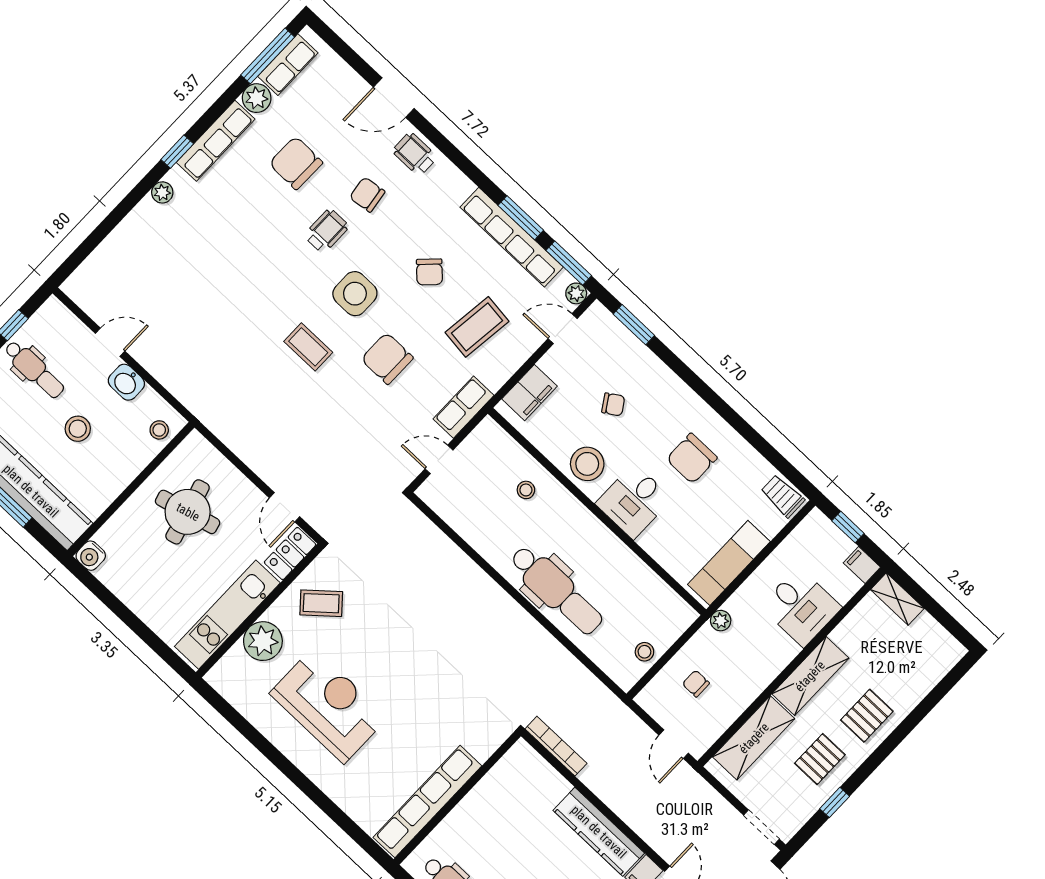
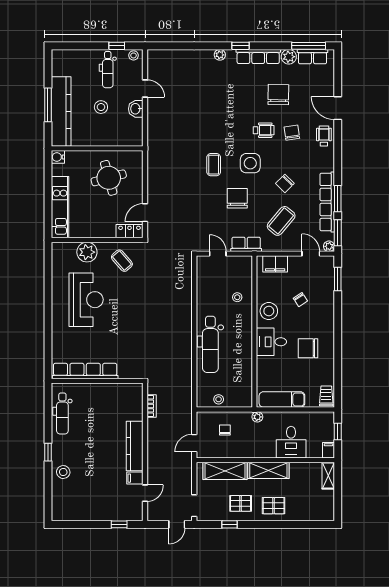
coffee table: (477, 327) -> (281, 221), turned -57
stool: (159, 430) -> (133, 55), moved
kitchen unit: (227, 615) -> (60, 207), moved, turned 90
bookcase: (556, 746) -> (152, 406), width x0.64

